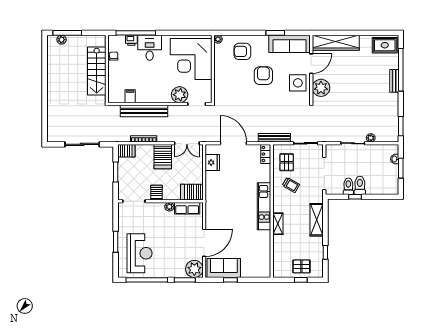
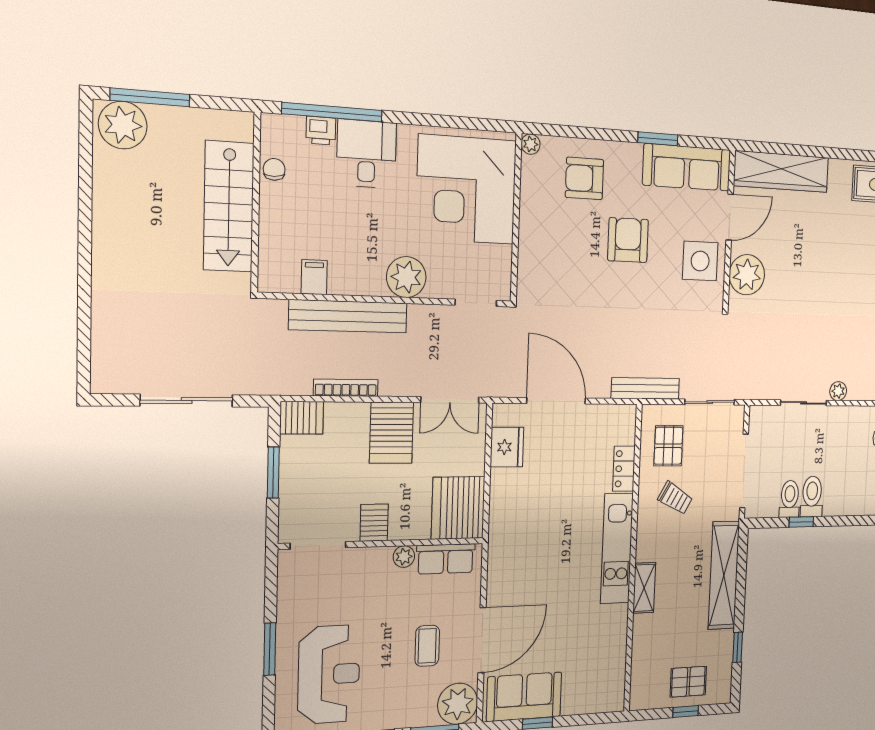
plant: (62, 40) -> (123, 125), width x1.88, depth x1.88
plant: (180, 95) -> (406, 277), moved
locker: (266, 154) -> (624, 469), moved
server rack: (192, 192) -> (458, 508), width x1.60
shelving: (317, 220) -> (724, 575), width x1.47
coffee table: (180, 244) -> (427, 646), added

